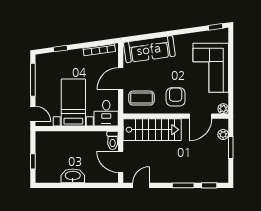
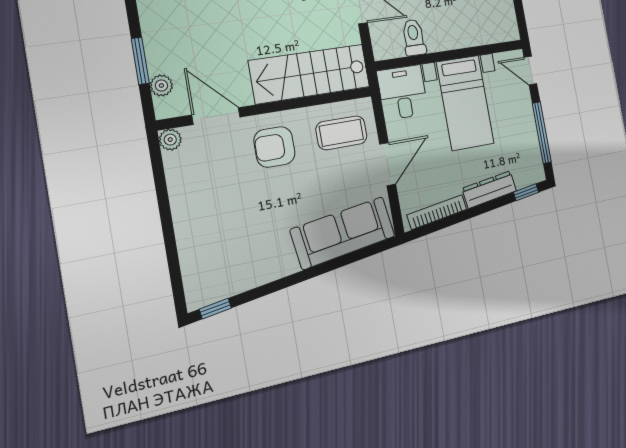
window: (60, 49) -> (526, 192), moved
dresser: (69, 56) -> (489, 190), added
corner sofa: (211, 68) -> (211, 220), removed
armchair: (176, 97) -> (274, 147), turned 90
door: (201, 116) -> (216, 116), hinge flipped
toilet: (113, 140) -> (414, 37), moved

